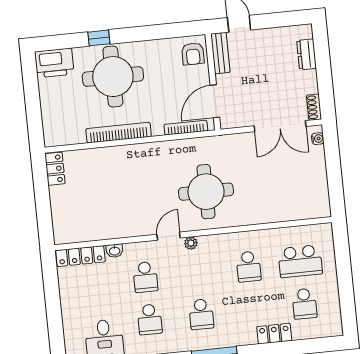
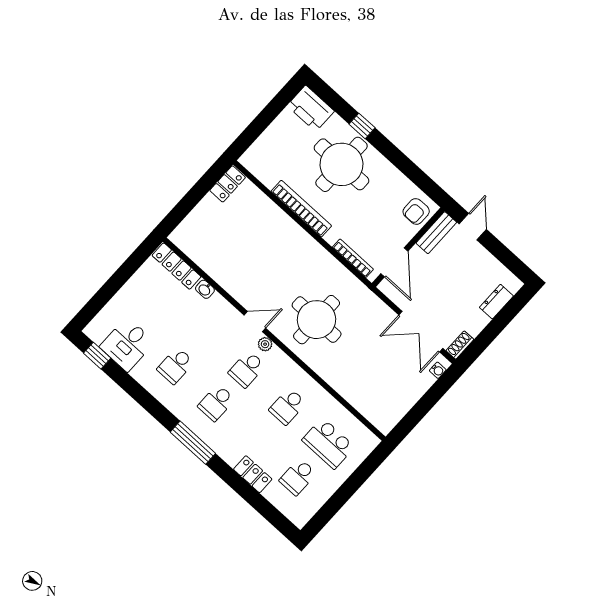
door: (215, 101) -> (394, 262), swing flipped
school desk: (145, 277) -> (247, 369), moved

